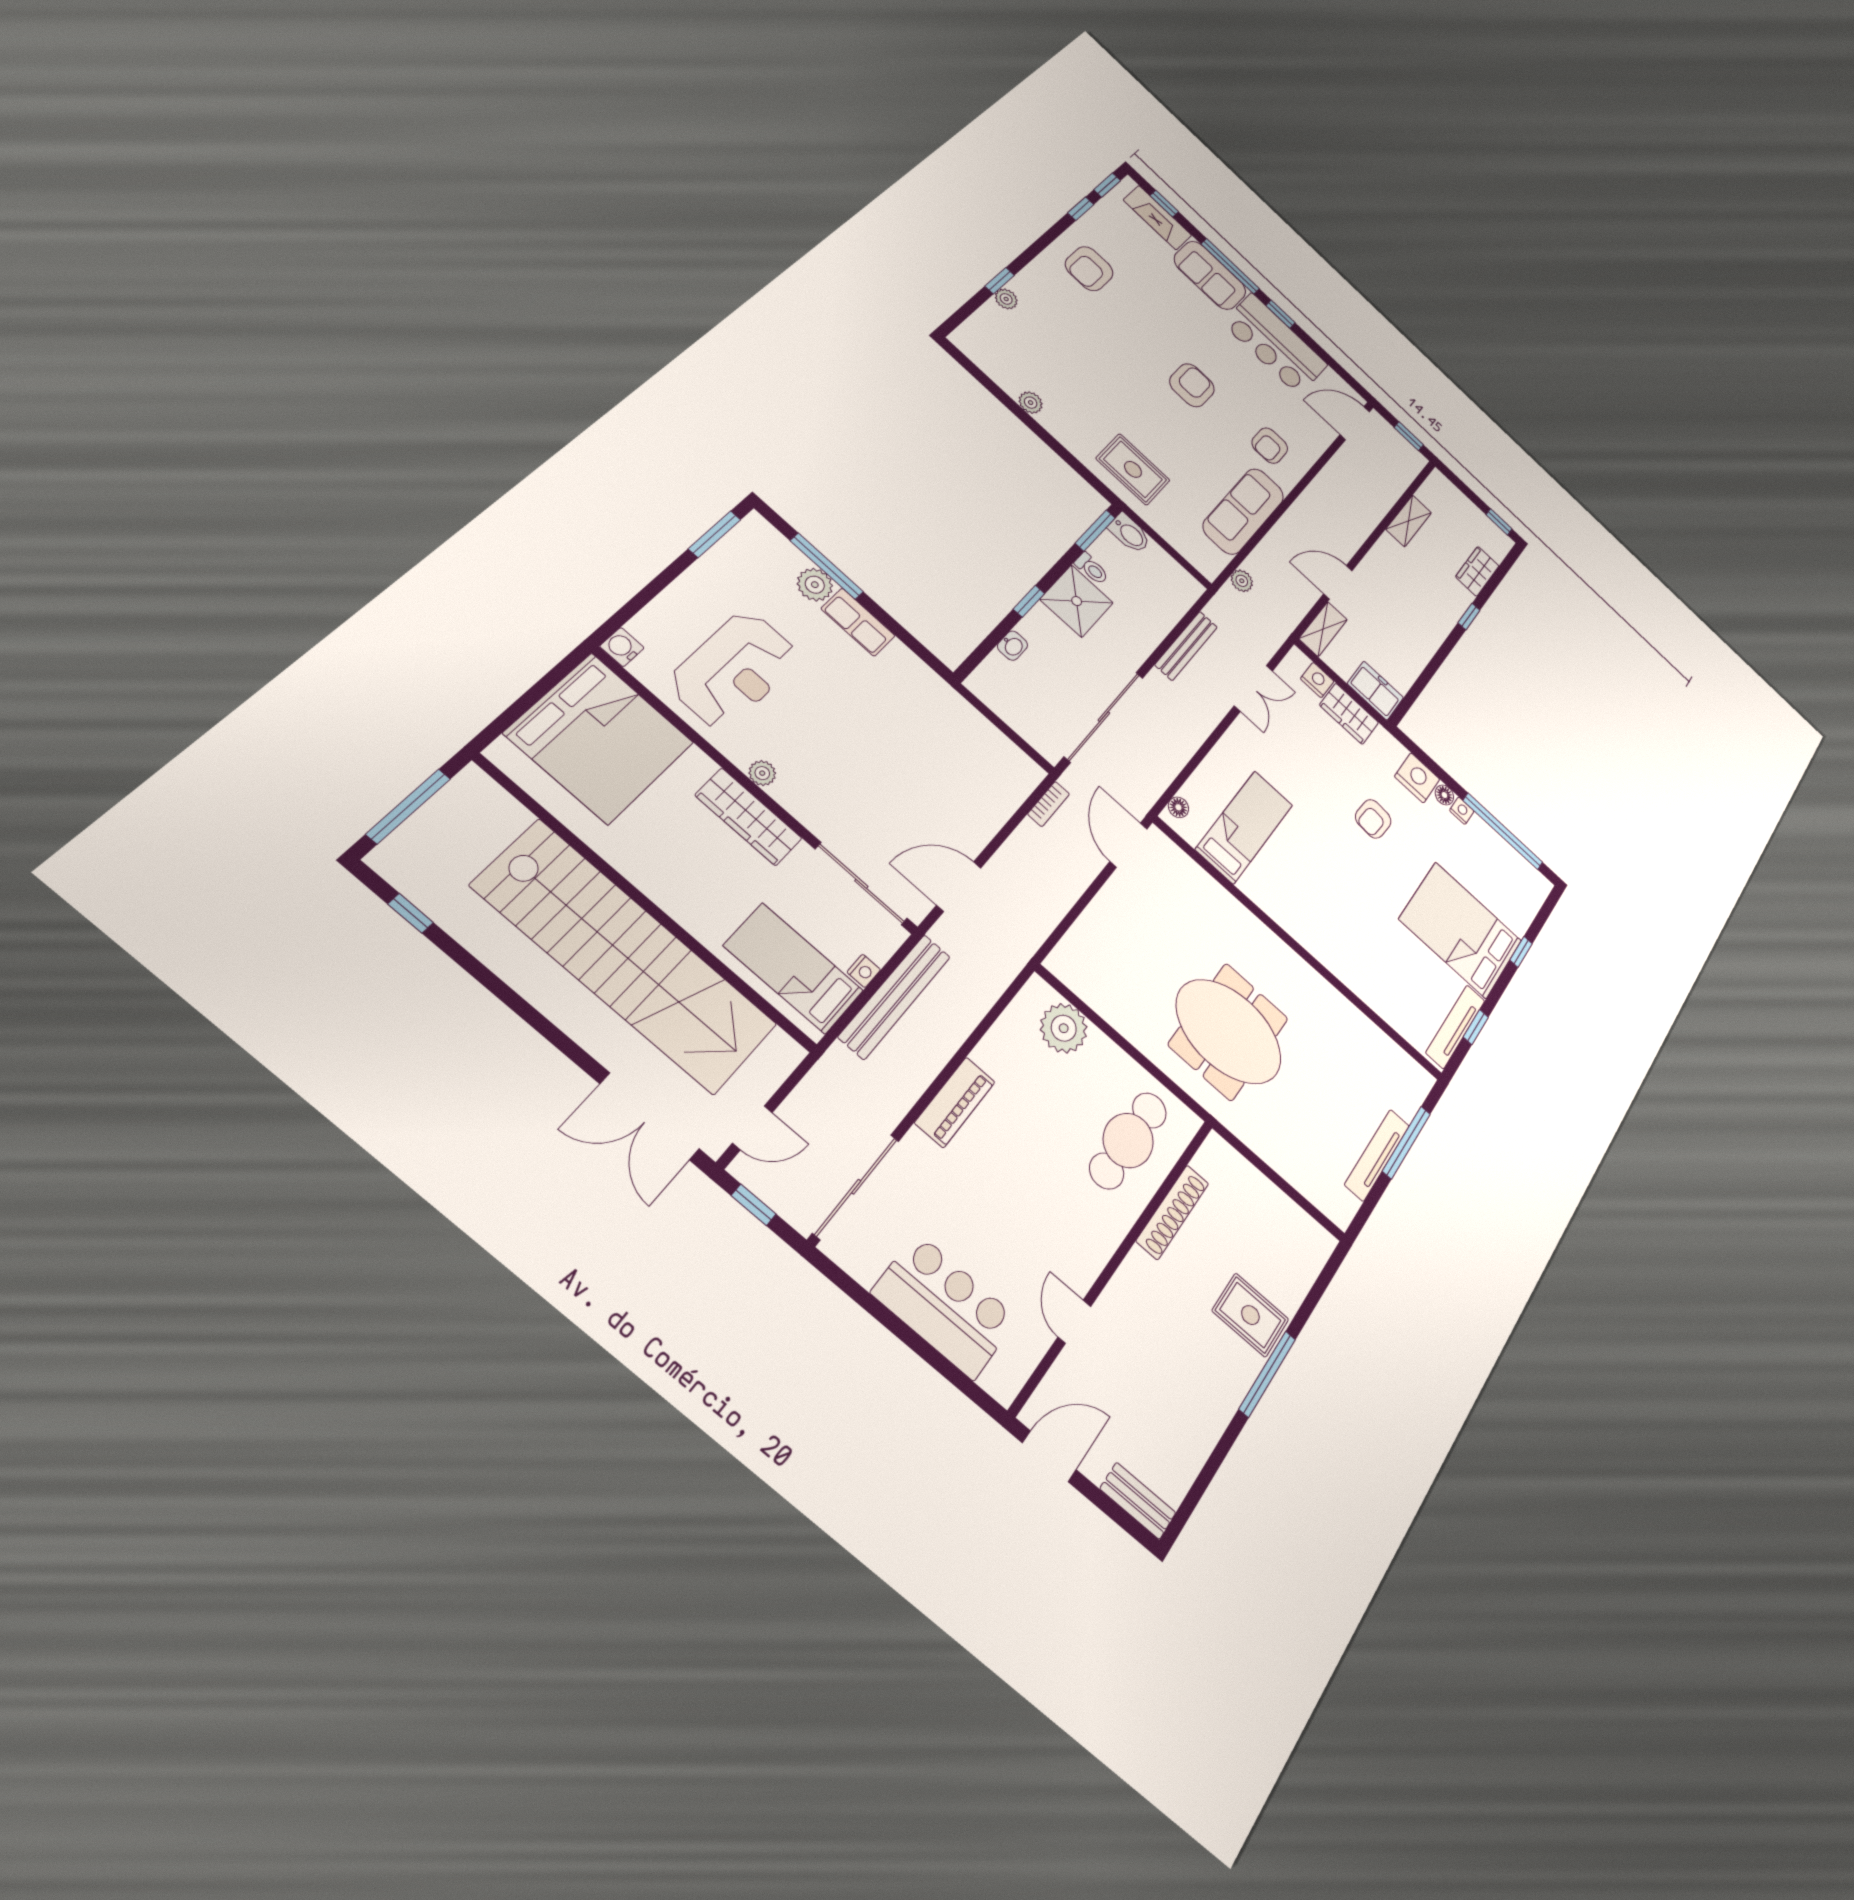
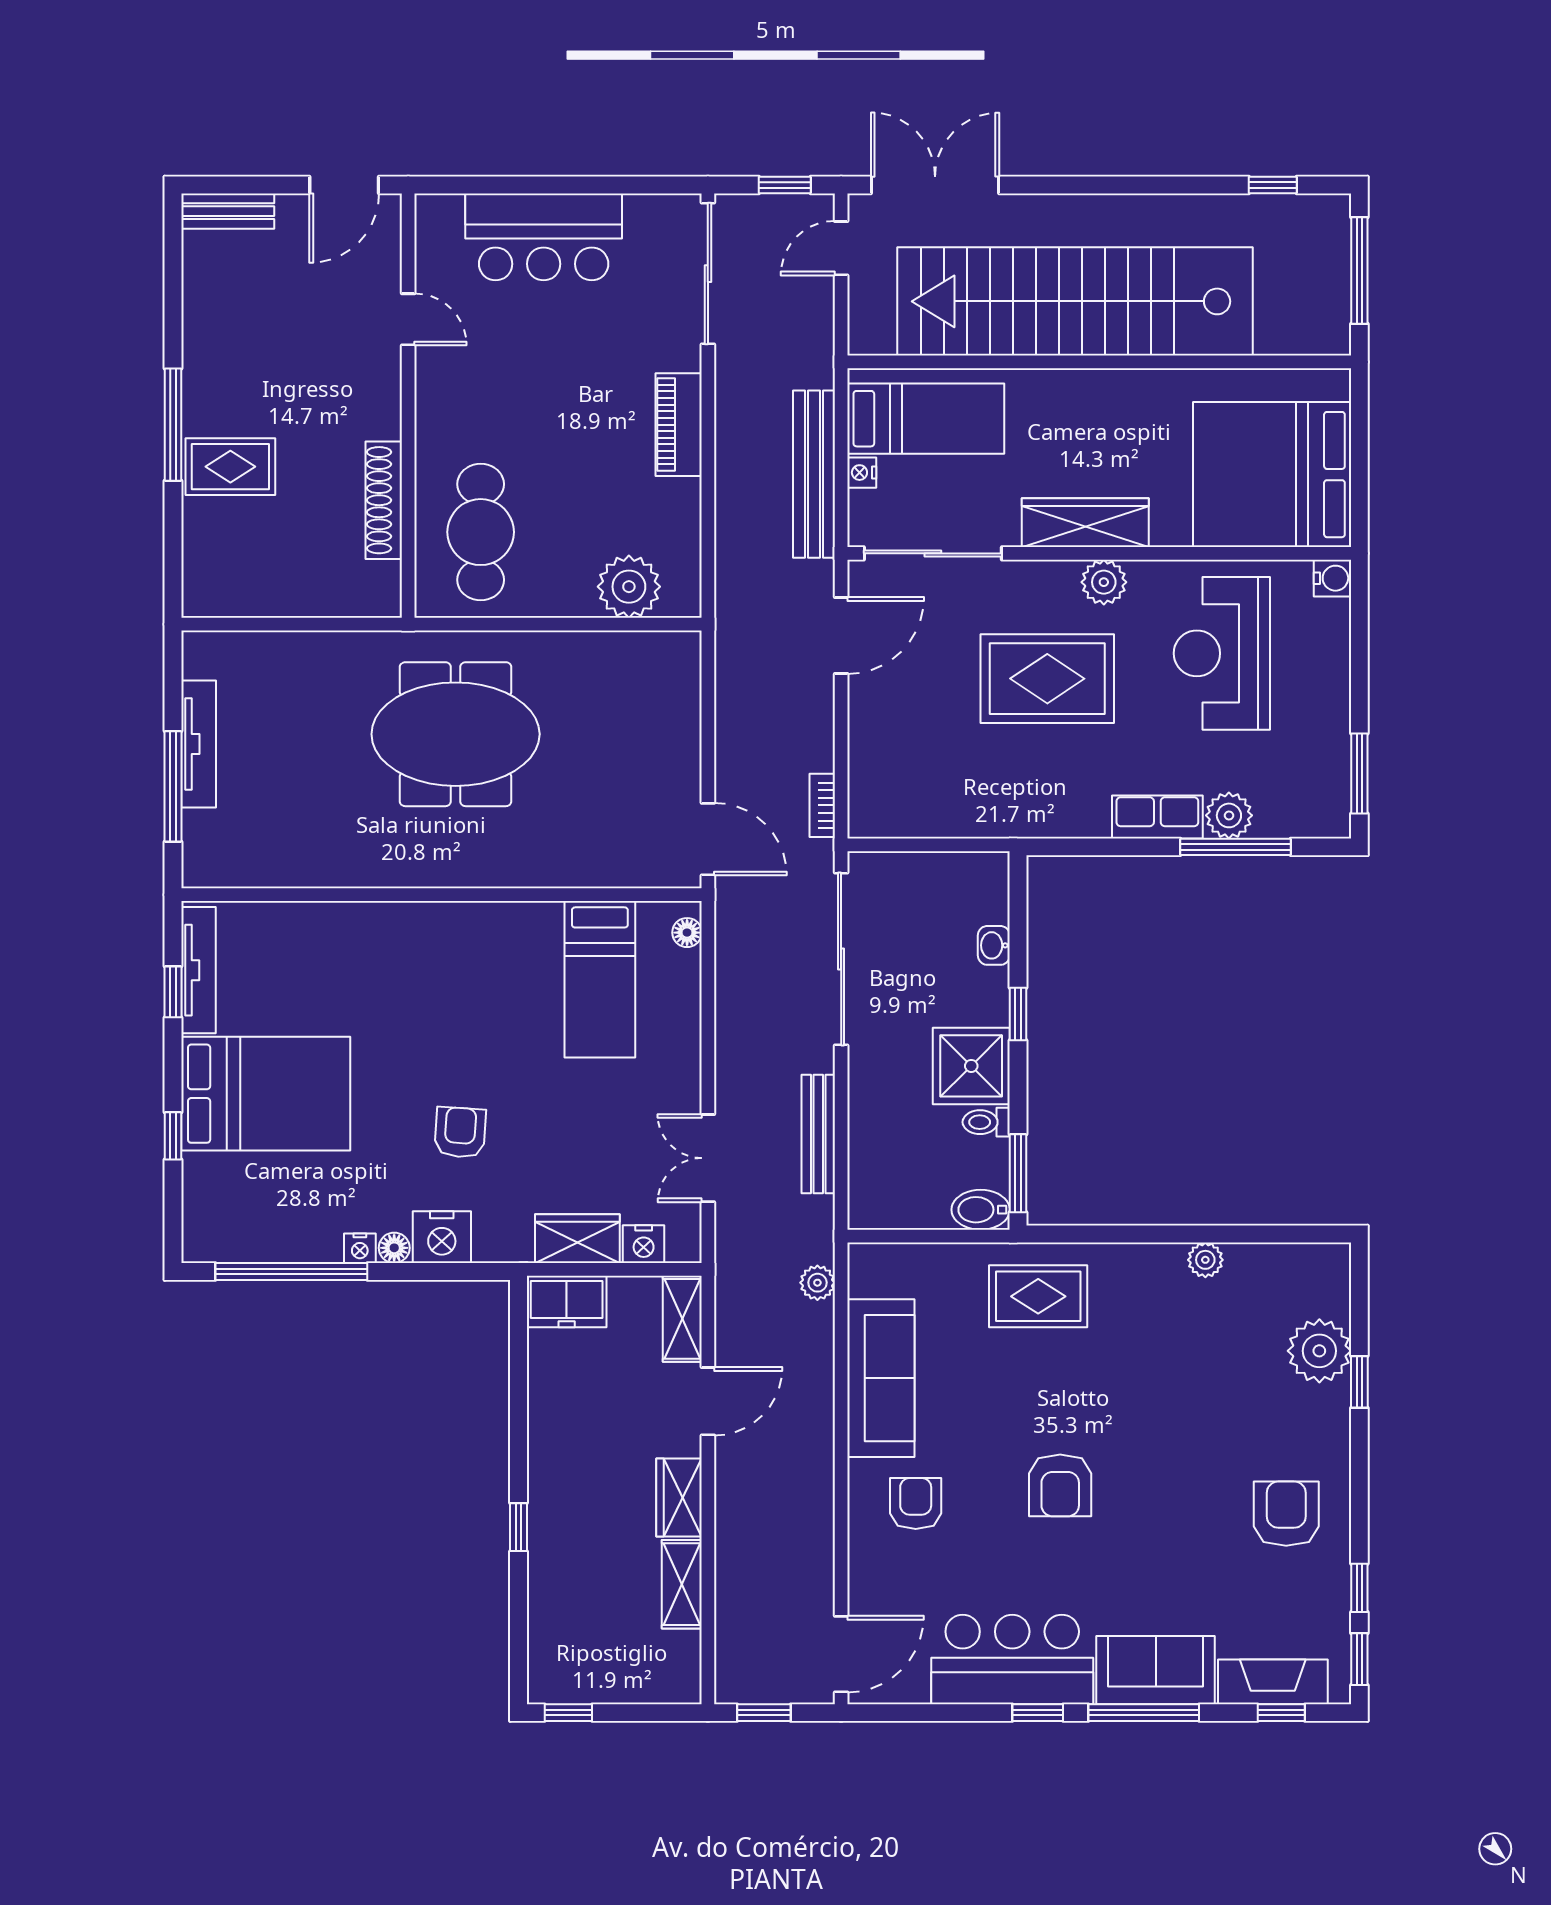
plant: (1006, 299) -> (1319, 1351), width x1.88, depth x1.88
wardrobe: (1477, 571) -> (679, 1498), moved, turned 180
rug: (855, 752) -> (1047, 679), added
plant: (762, 773) -> (1104, 582), width x1.38, depth x1.38

